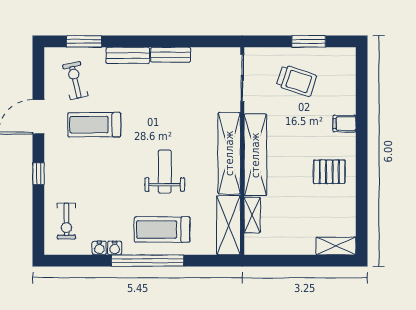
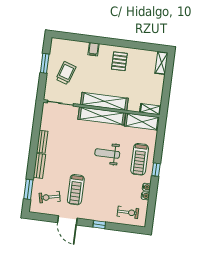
shelving: (252, 215) -> (150, 109), moved
window: (148, 261) -> (156, 170), width x0.32

